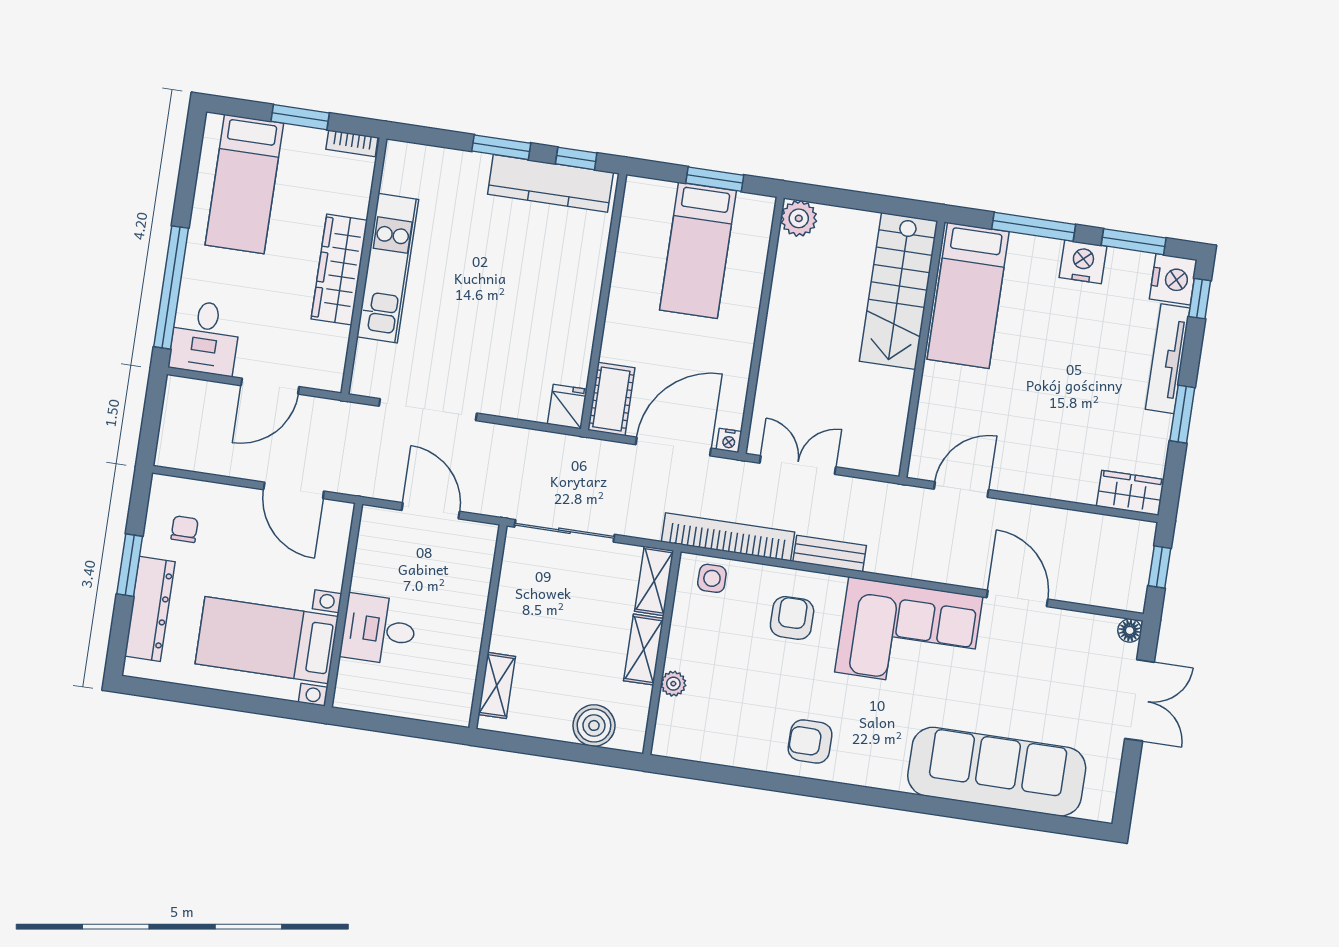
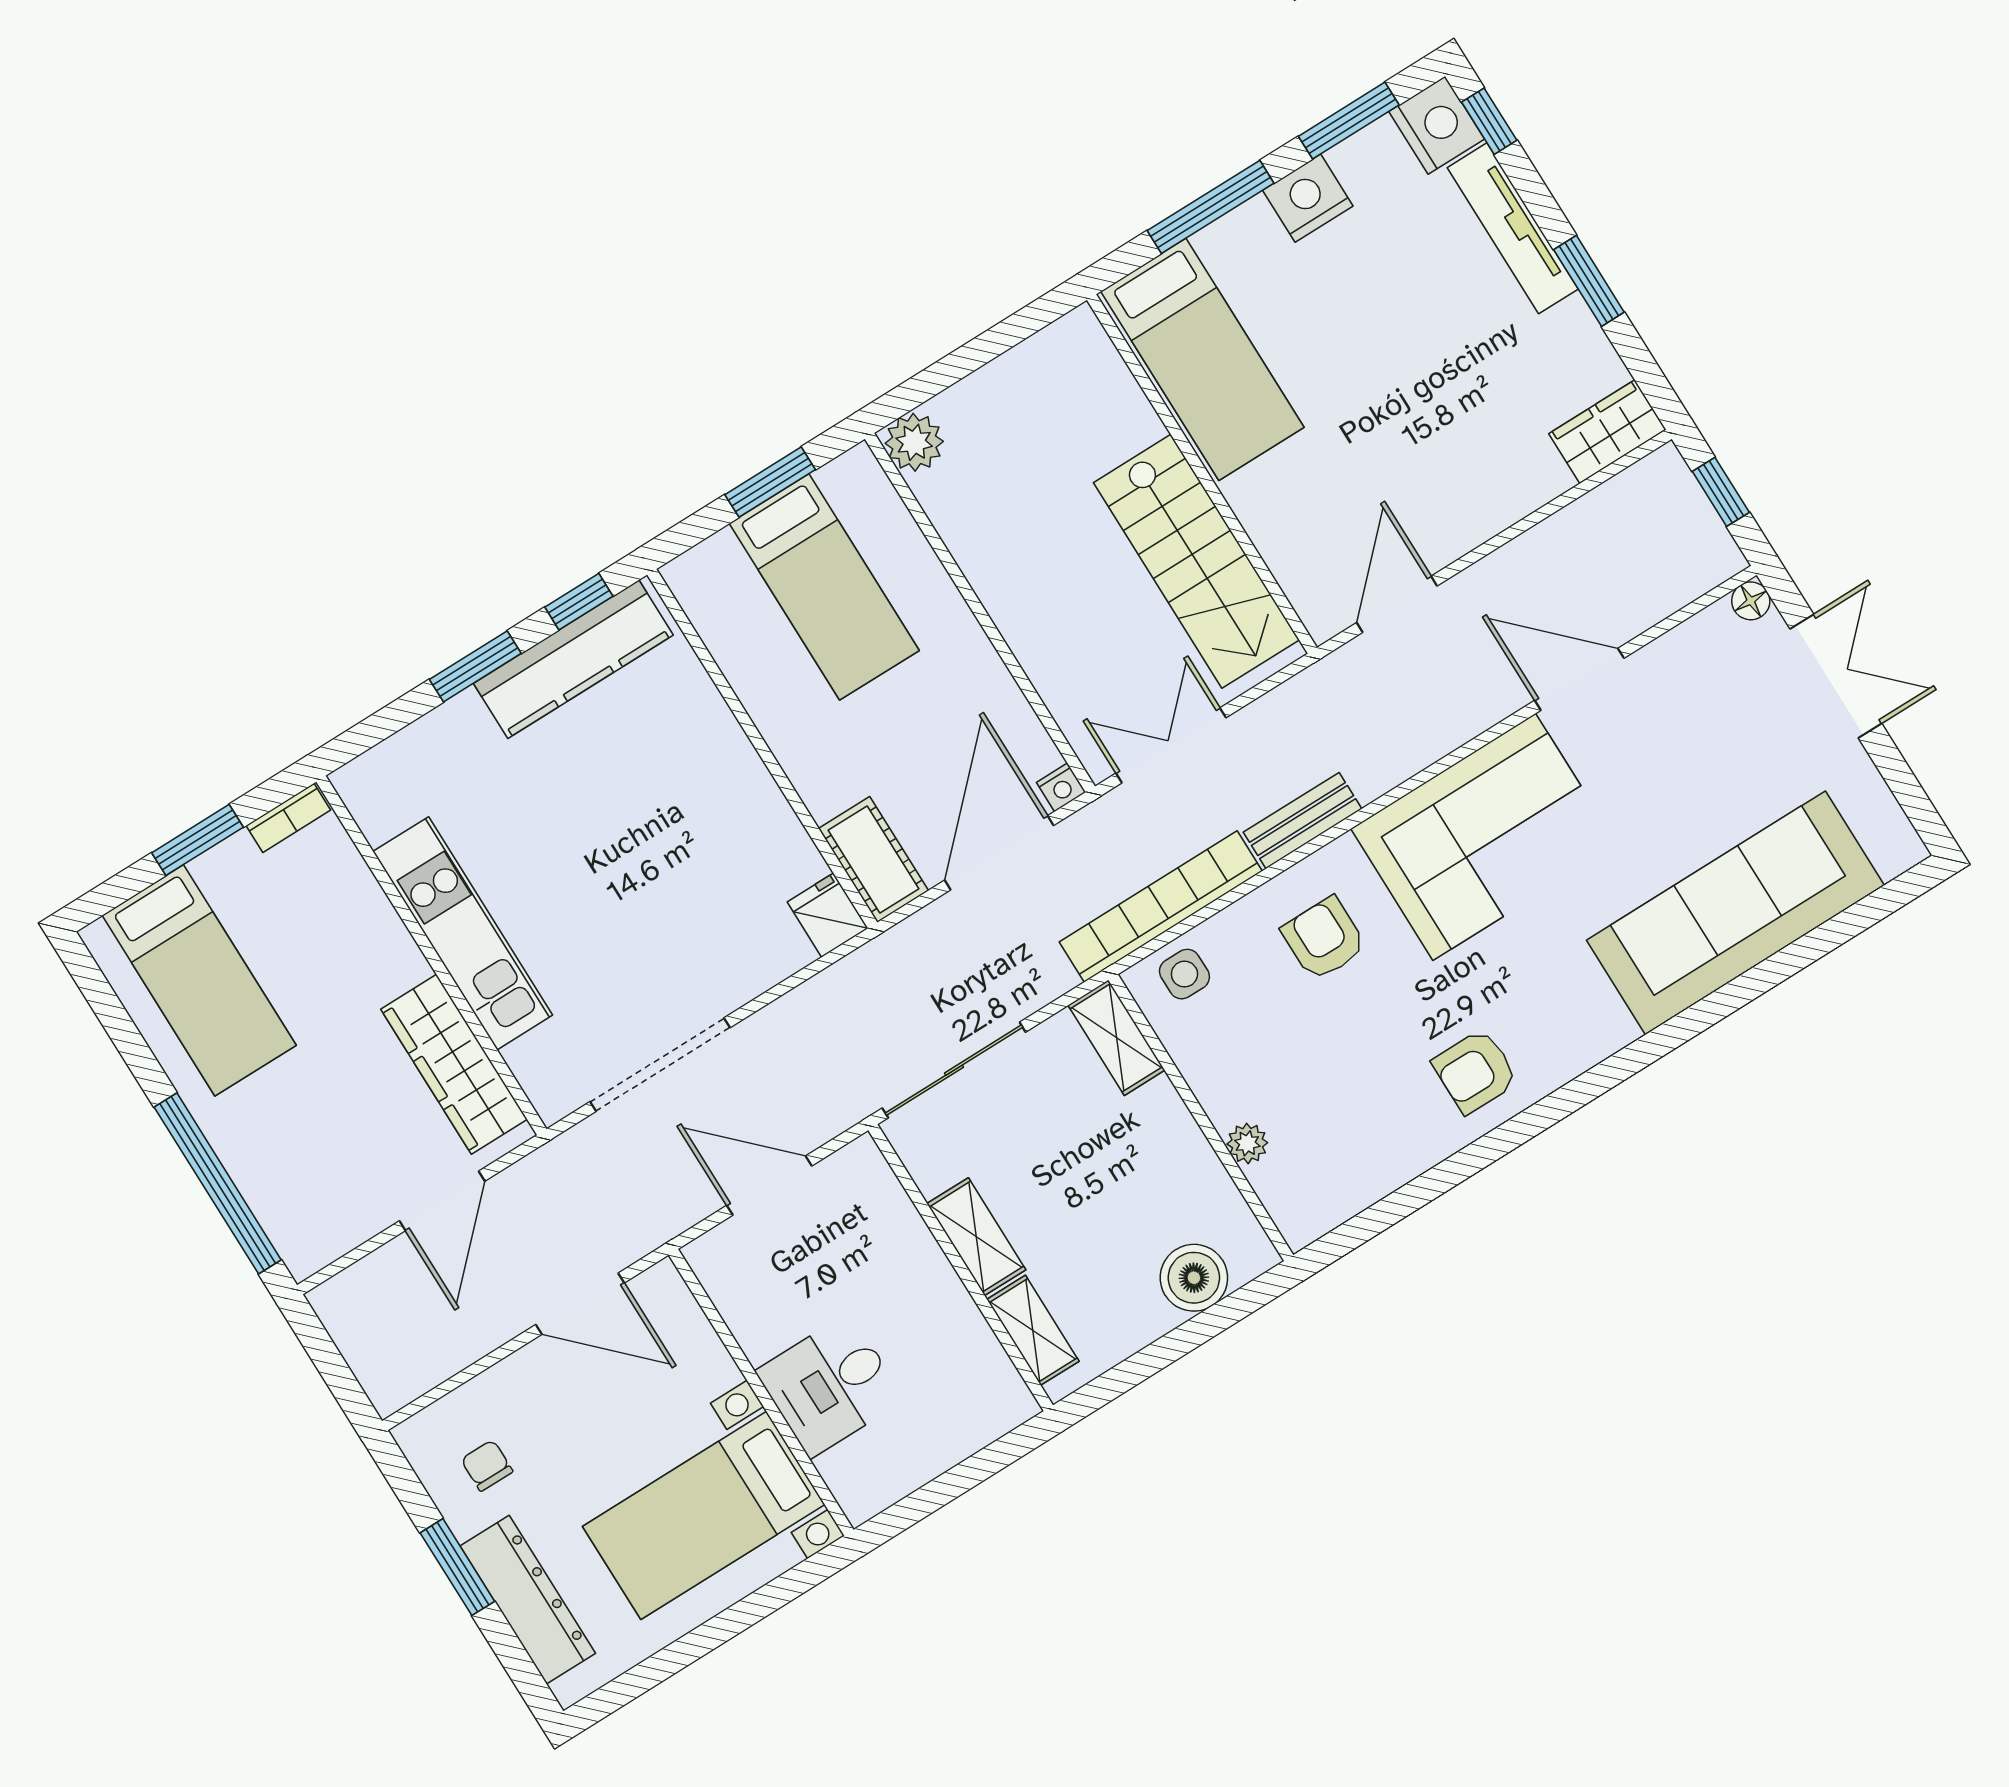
wardrobe: (339, 270) -> (454, 1064), moved
stairs: (899, 291) -> (1196, 561), moved
desk: (205, 338) -> (312, 1210), removed
shelving: (644, 650) -> (976, 1237), moved

